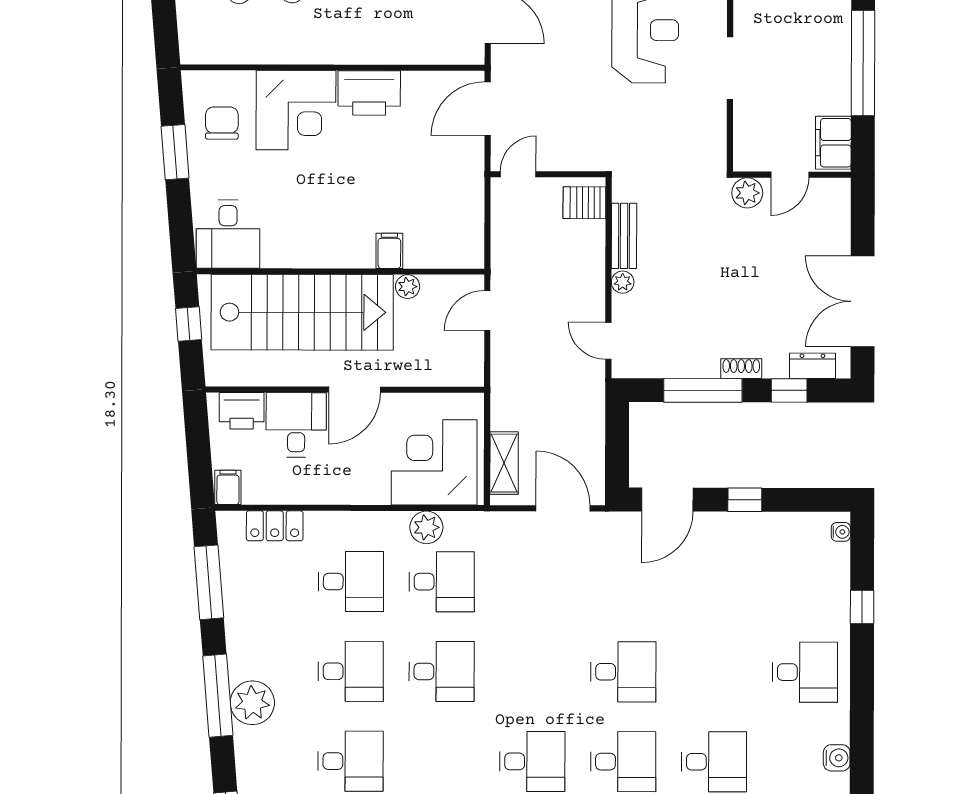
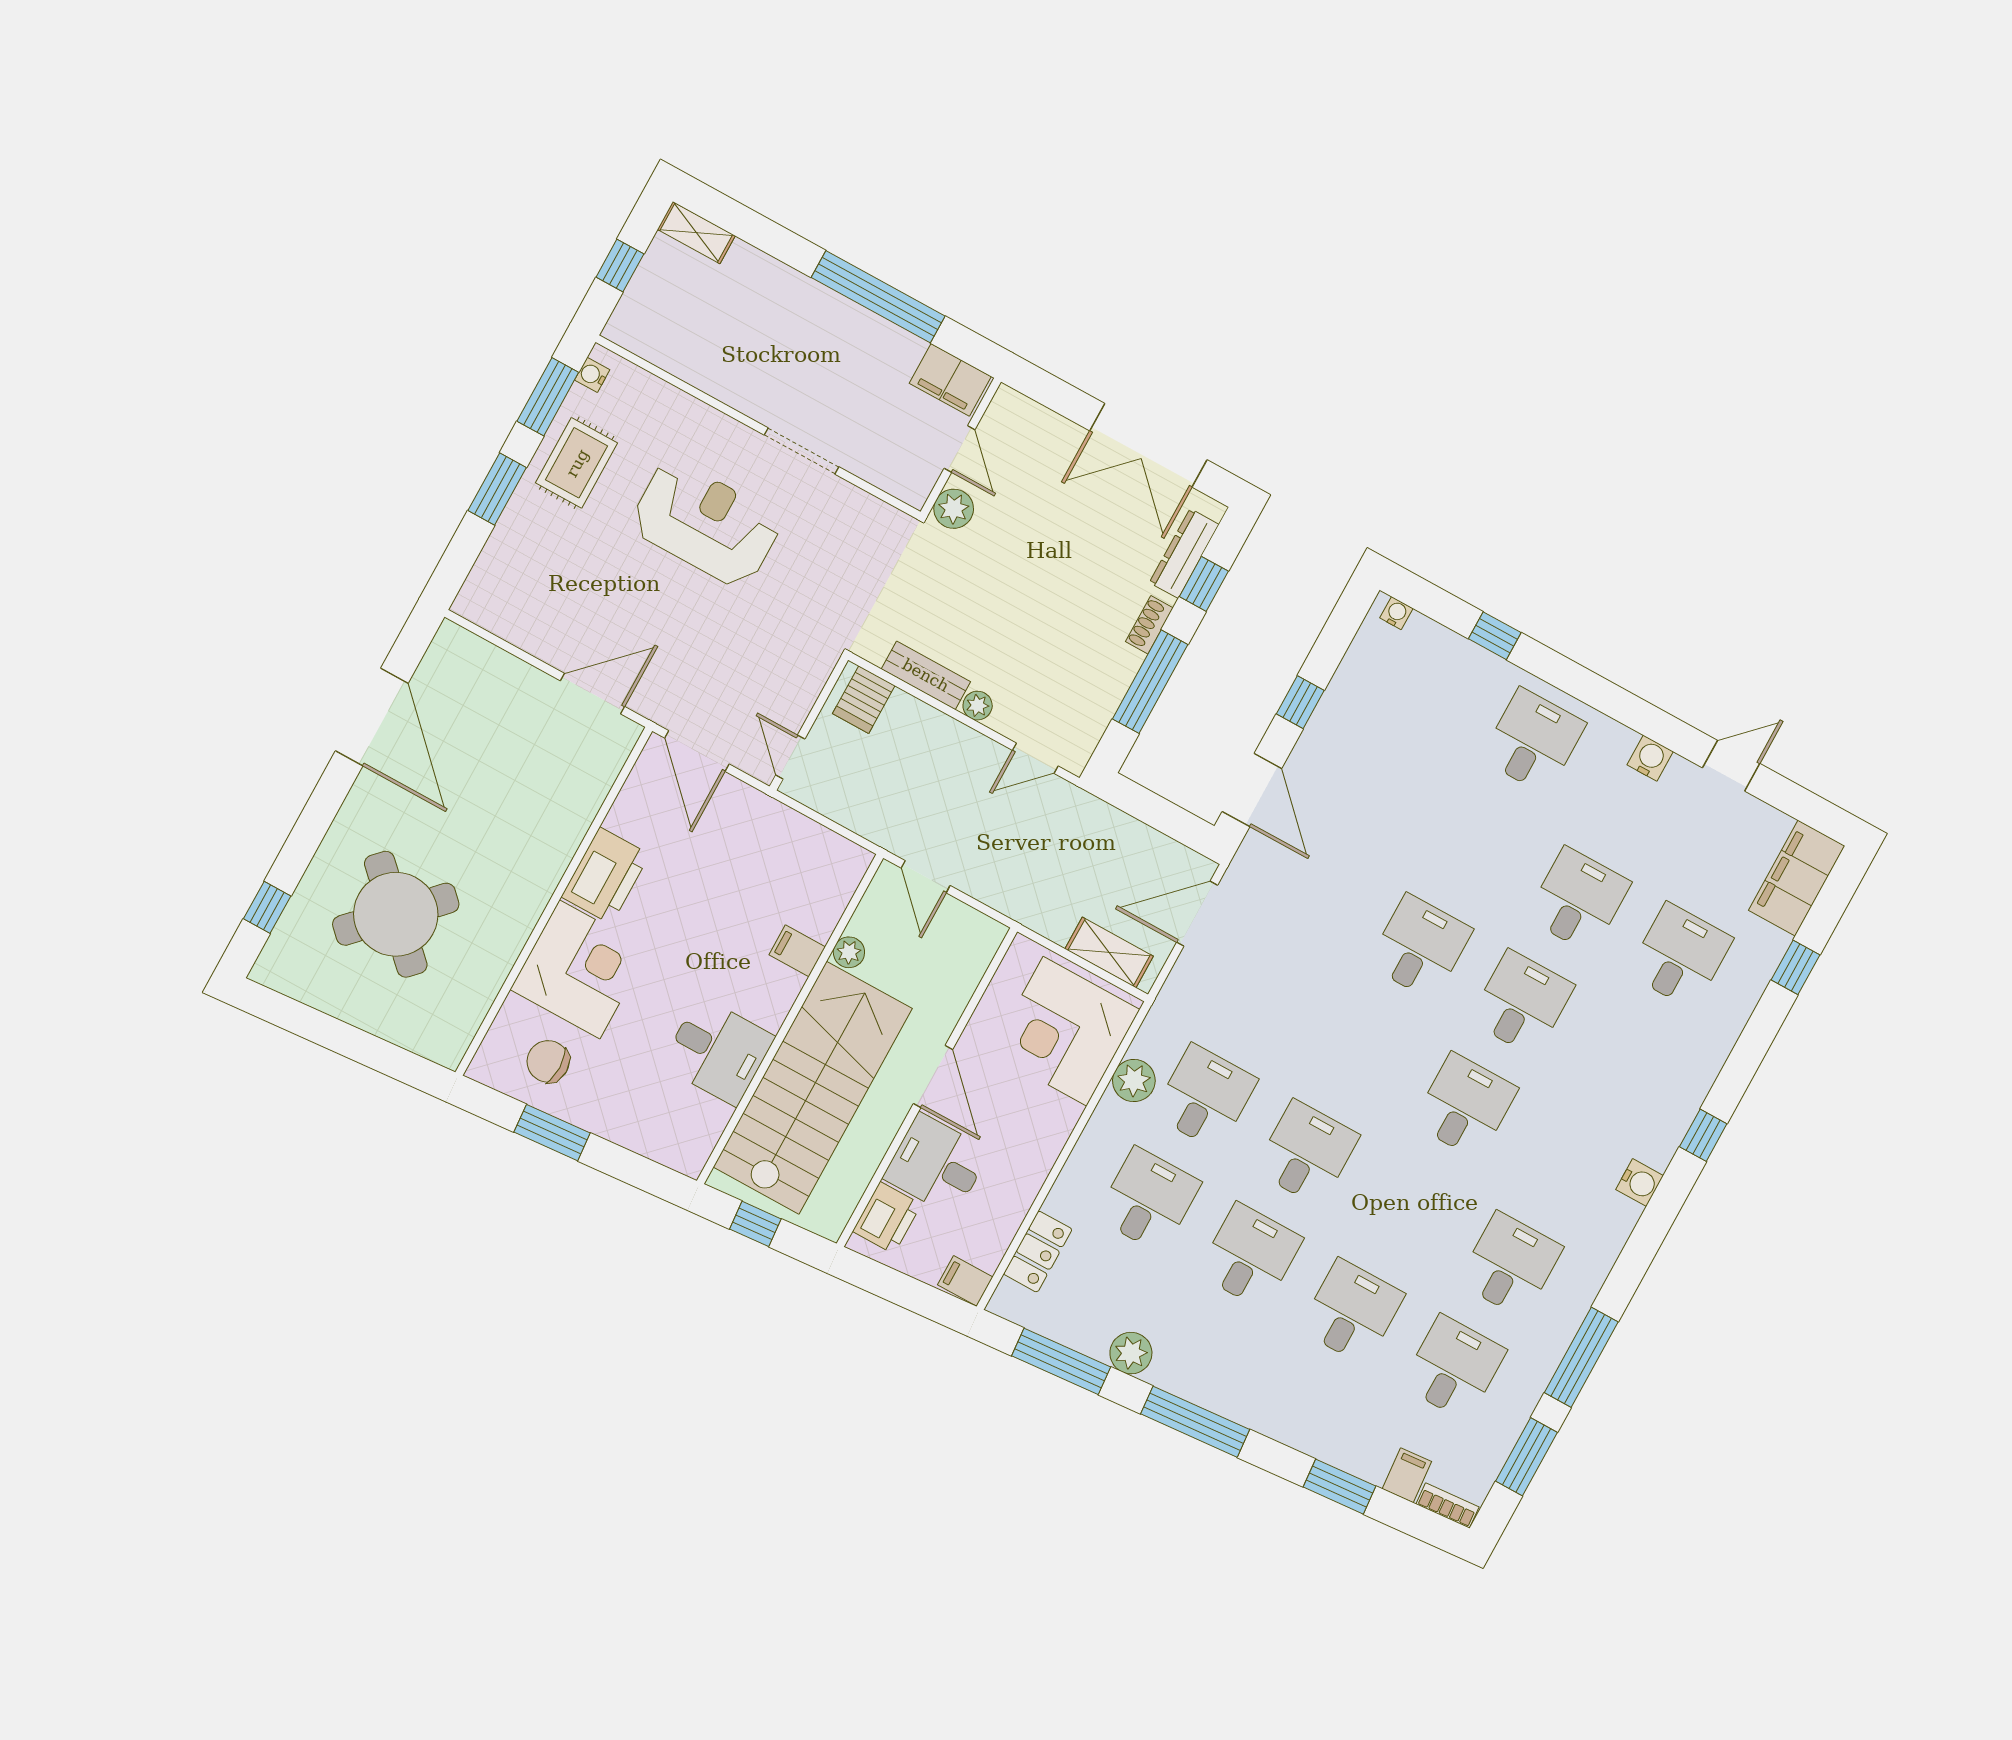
desk: (228, 234) -> (718, 1051), moved
dresser: (812, 366) -> (1184, 553), width x1.44
plant: (252, 703) -> (1131, 1353), moved, width x0.73, depth x0.73

